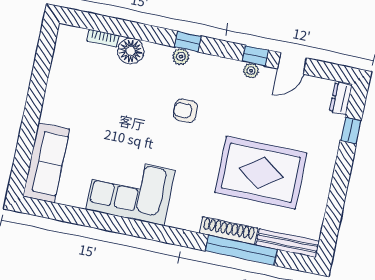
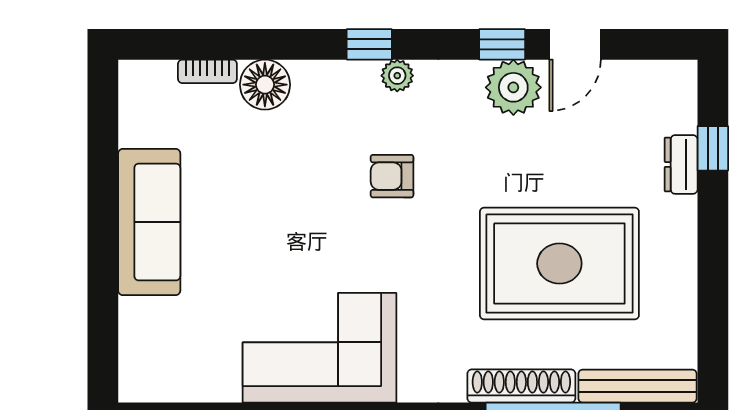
plant: (181, 57) -> (397, 76), moved
plant: (251, 71) -> (513, 87), width x1.87, depth x1.87
dresser: (341, 99) -> (681, 164), moved
sofa: (46, 163) -> (149, 222), moved

